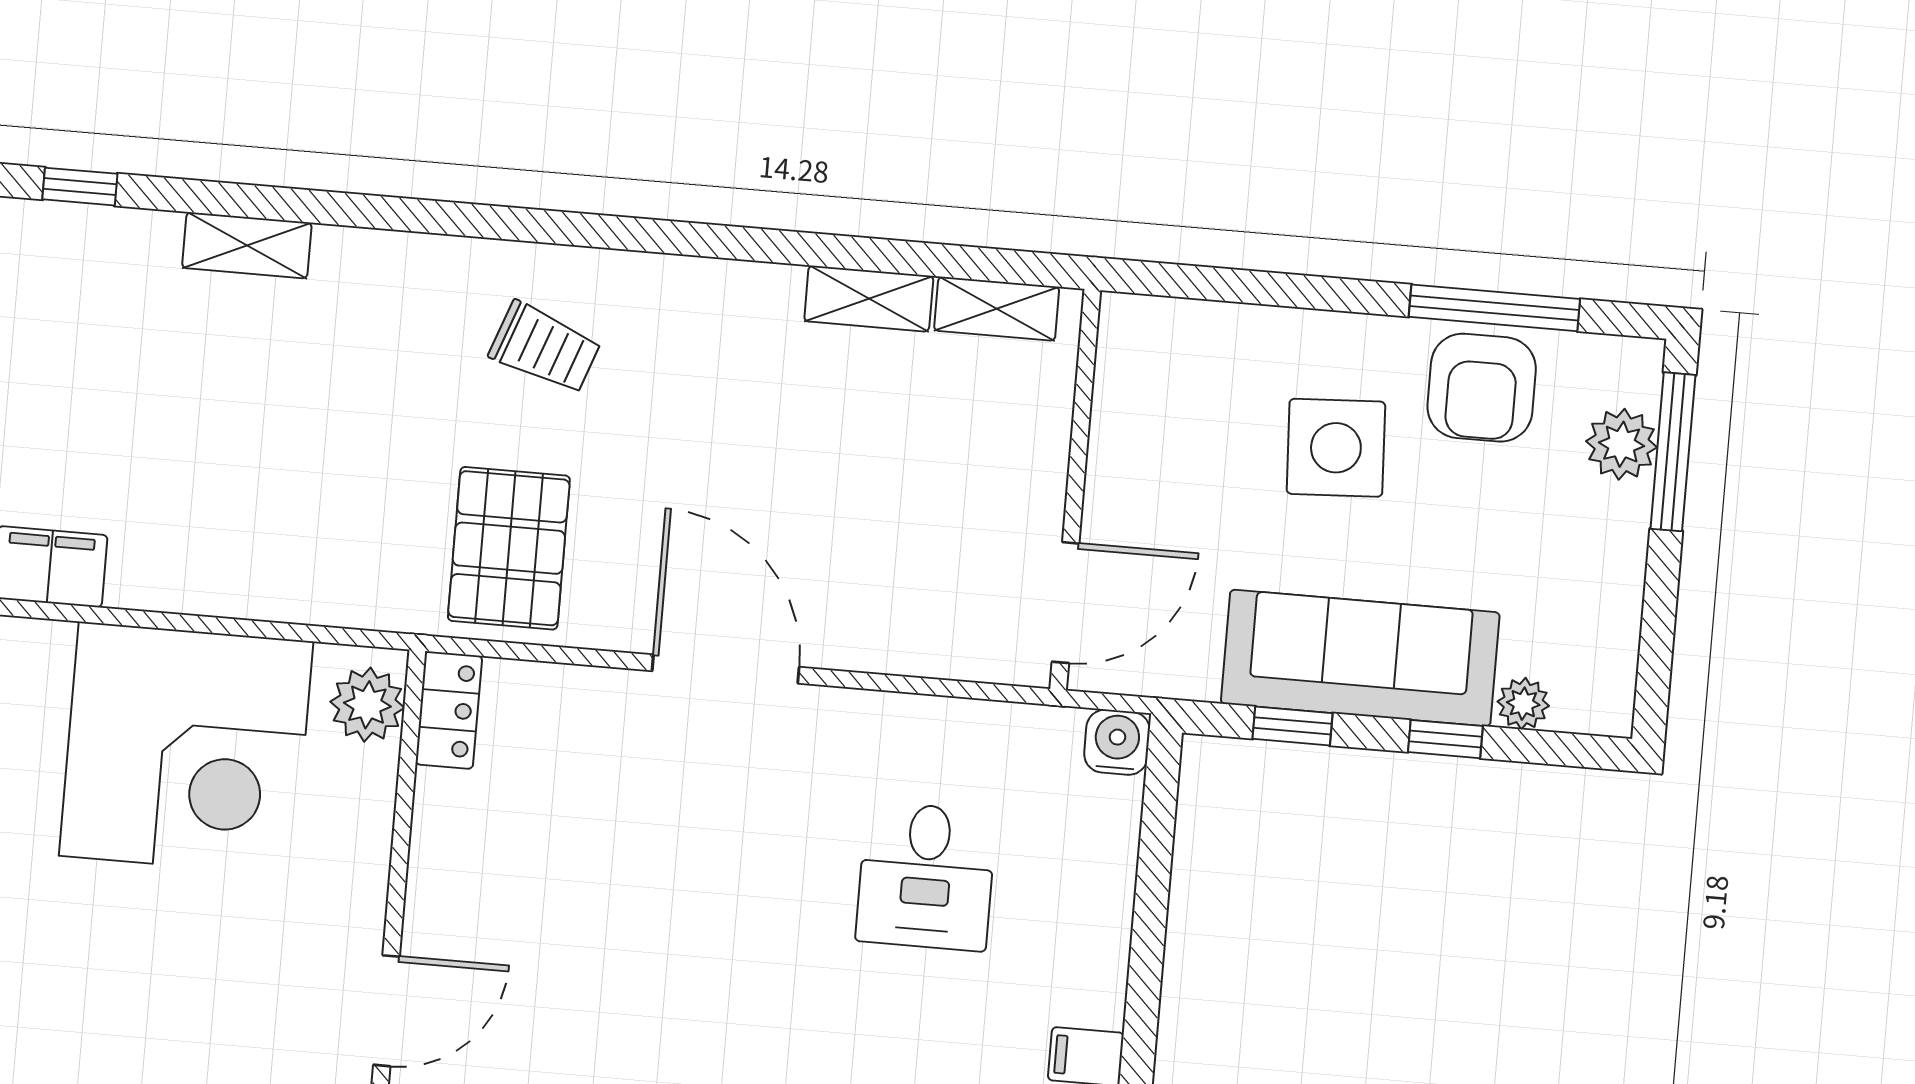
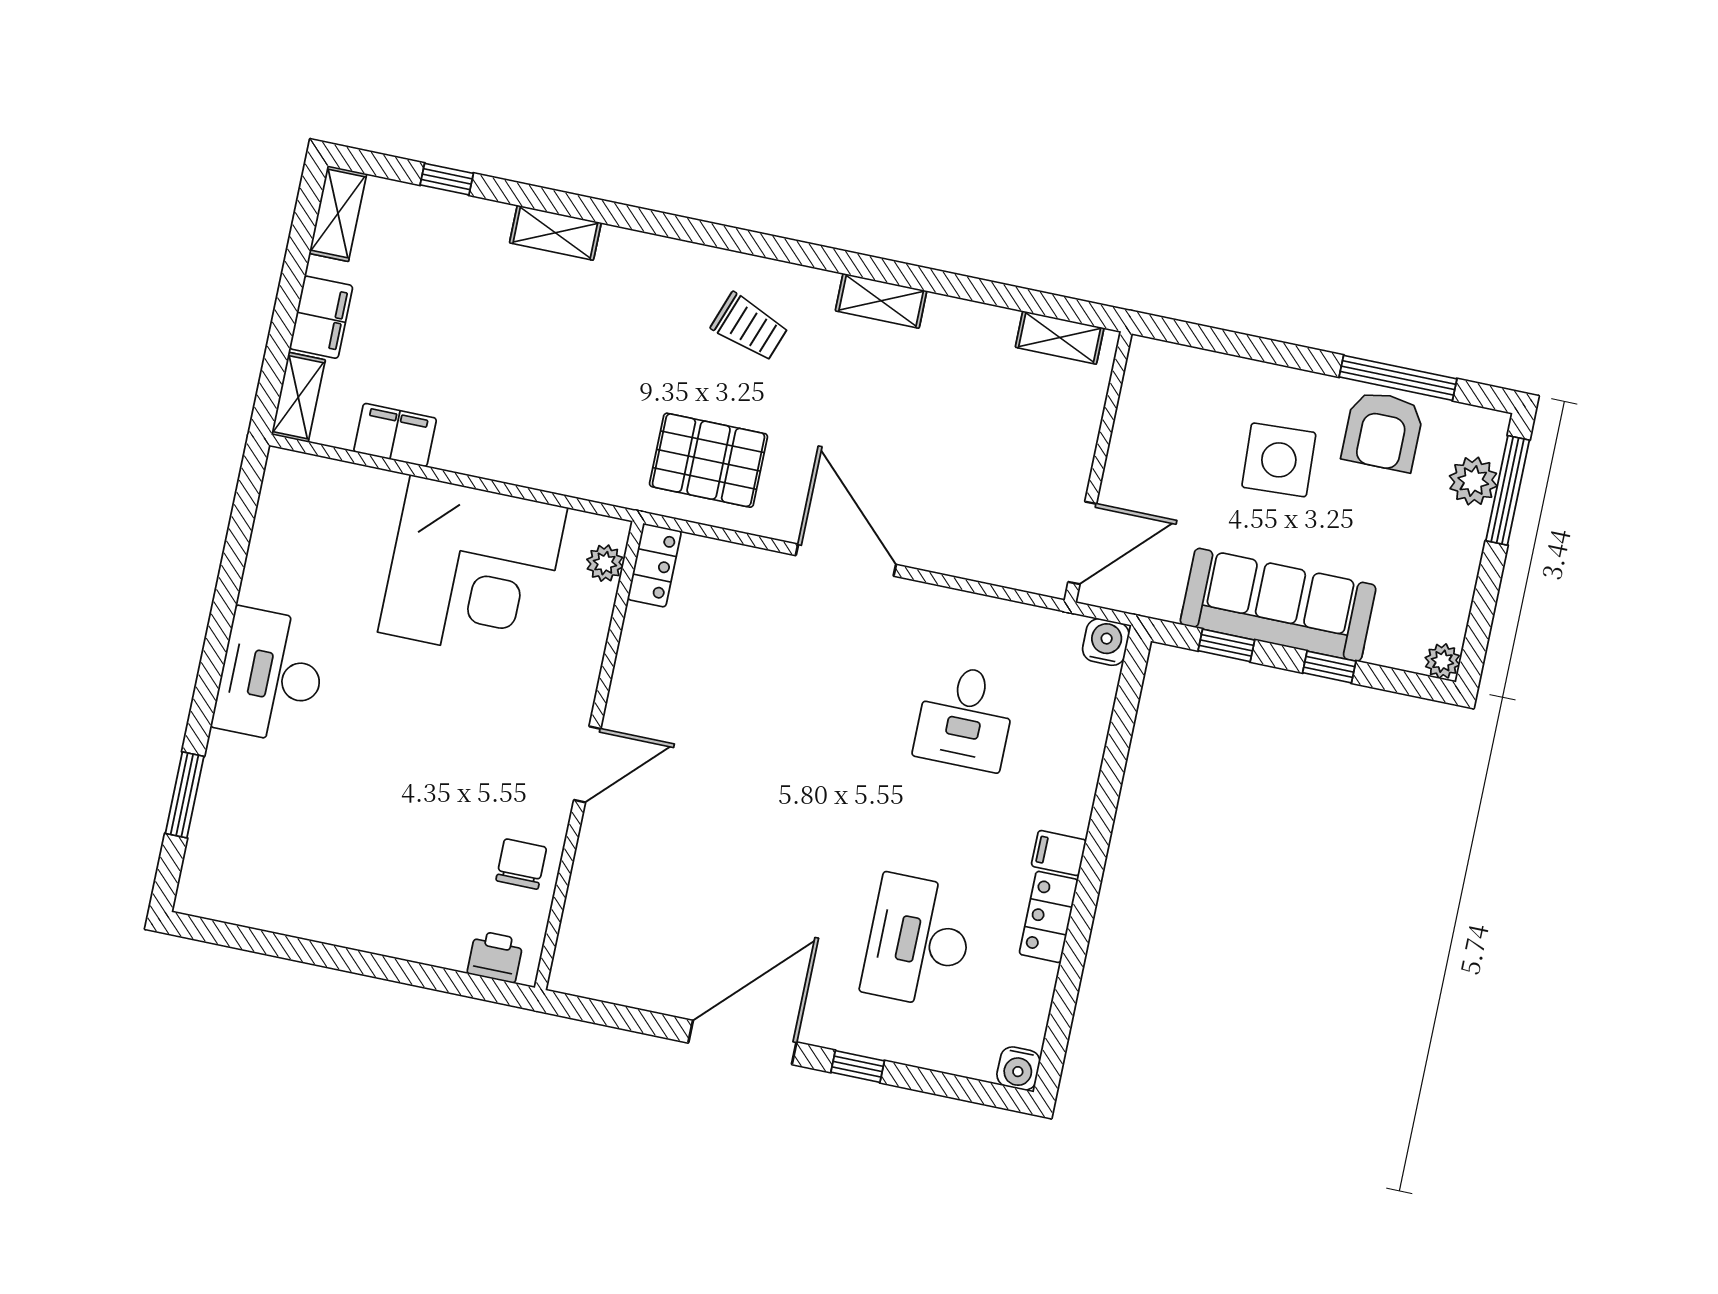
shelving: (869, 299) -> (881, 301), moved
pallet: (509, 548) -> (709, 460), turned 90
plant: (1523, 704) -> (1442, 661), moved
plant: (367, 705) -> (605, 563), width x0.73, depth x0.73

